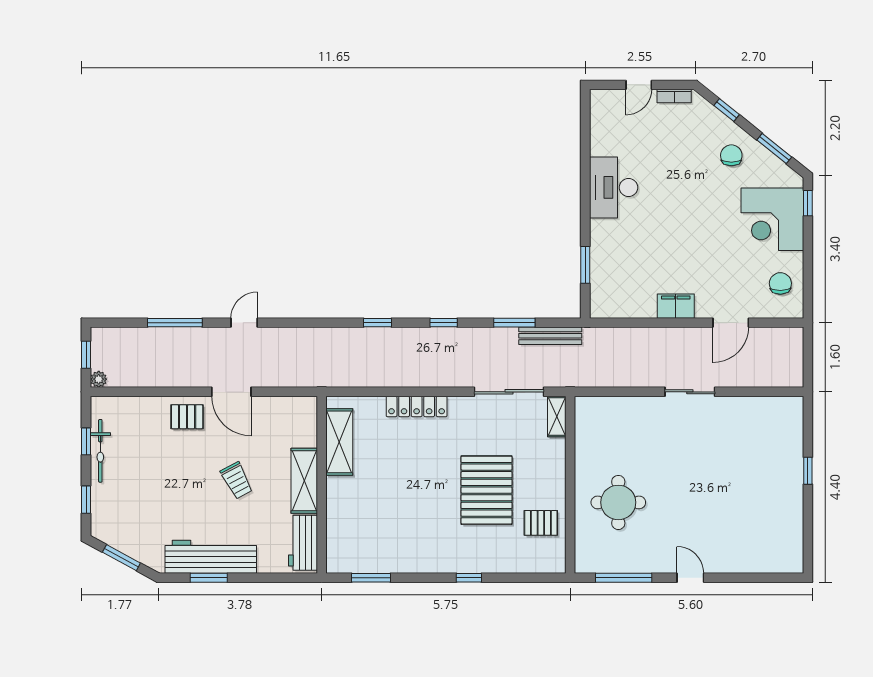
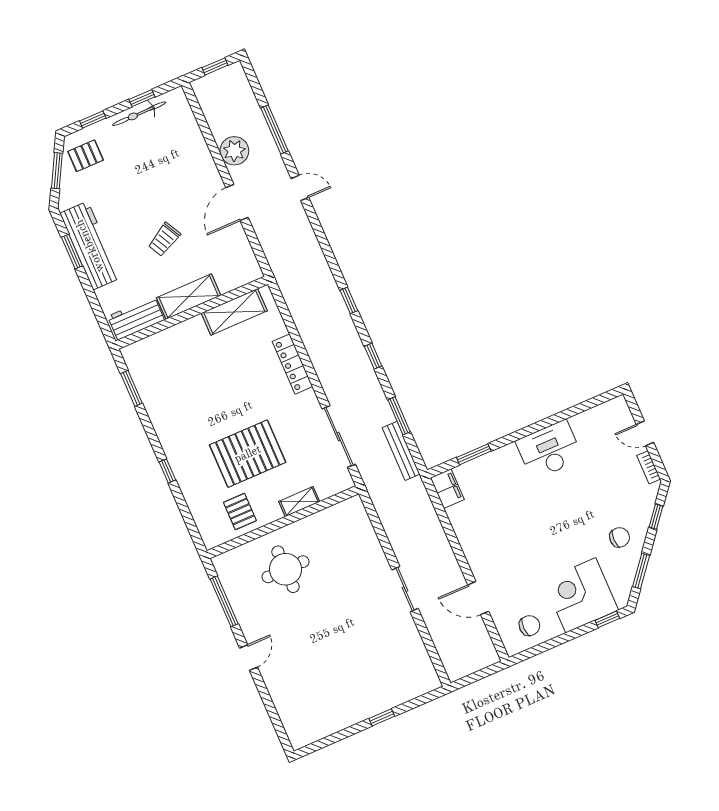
filing cabinet: (676, 306) -> (447, 489), moved
plant: (99, 379) -> (234, 151), moved, width x1.88, depth x1.88
shelving: (557, 416) -> (299, 502), moved
pallet: (187, 417) -> (86, 156), moved, turned 90

